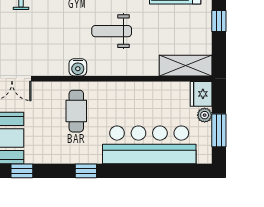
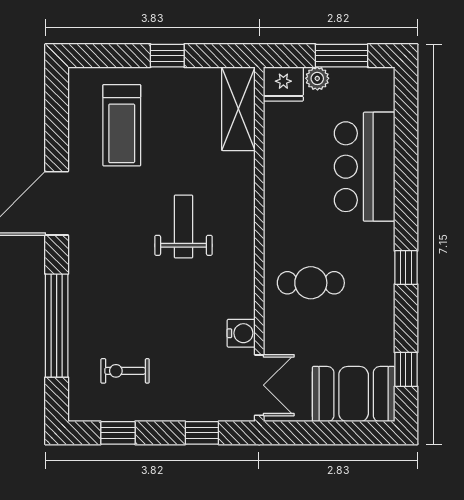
weight bench: (112, 31) -> (183, 226), turned 180
water cooler: (78, 67) -> (241, 333), moved
bar counter: (149, 145) -> (365, 167), width x0.73

